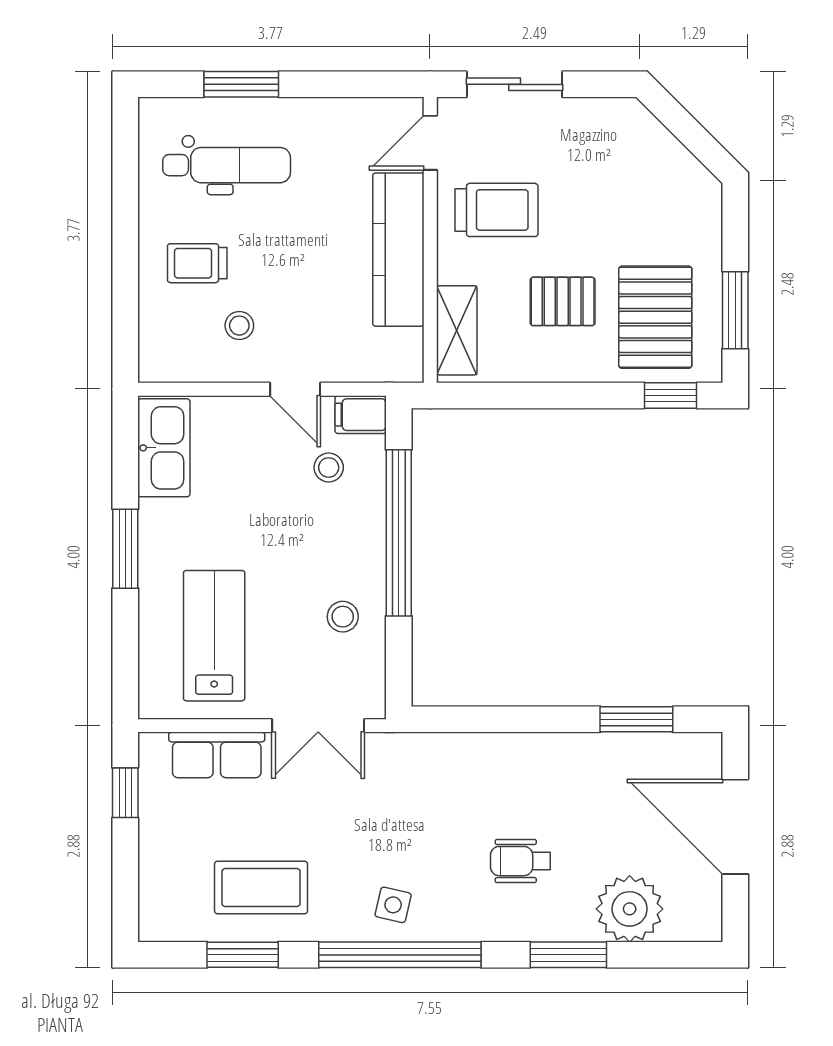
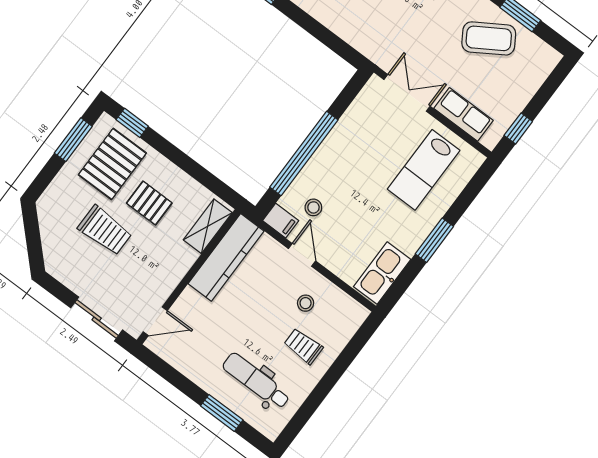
trolley: (496, 210) -> (105, 230), moved, turned 180
kitchen counter: (398, 250) -> (226, 257), moved
trolley: (197, 263) -> (303, 346), turned 180
stool: (343, 617) -> (358, 134), removed
coffee table: (261, 888) -> (489, 38), turned -32

